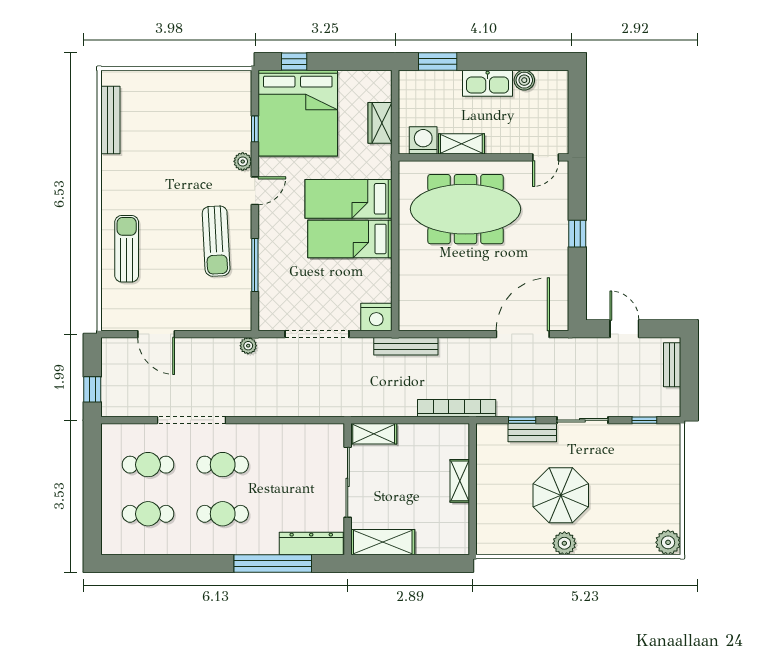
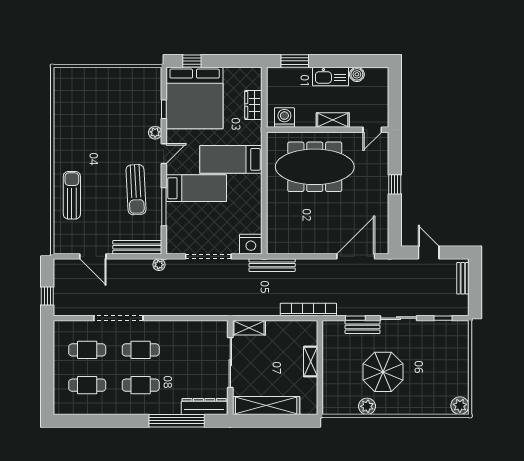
bench: (110, 120) -> (137, 247), moved, turned 90
shelving: (461, 144) -> (333, 120), moved
bed: (350, 239) -> (196, 188), moved, turned 180
shelving: (383, 542) -> (266, 405), width x1.47
plant: (564, 543) -> (367, 406), moved

